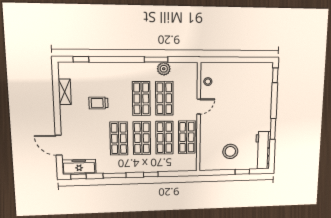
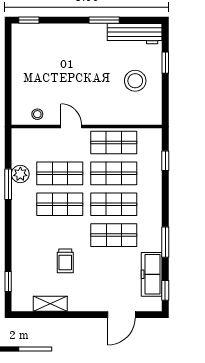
freezer: (79, 167) -> (152, 274), moved
window: (151, 174) -> (165, 161), moved

